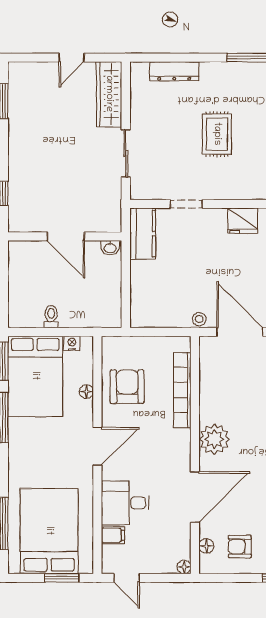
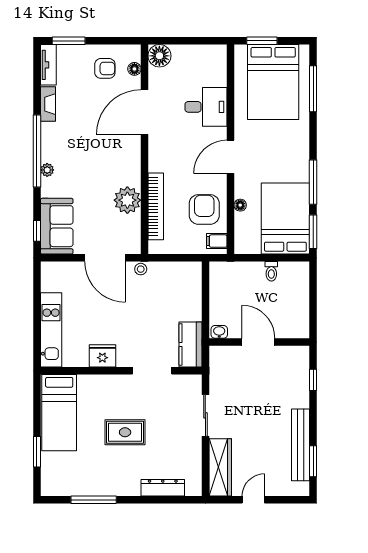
bench: (18, 120) -> (301, 445), added
rug: (217, 134) -> (125, 432), turned 90
doorway: (186, 204) -> (152, 371), width x1.38
nightstand: (72, 343) -> (253, 248), removed
armchair: (127, 387) -> (204, 209), turned 180
plant: (214, 439) -> (127, 200), moved
filing cabinet: (113, 535) -> (217, 241), moved
floor lamp: (184, 567) -> (159, 56), width x1.89, depth x1.89
door: (127, 578) -> (205, 41), removed

